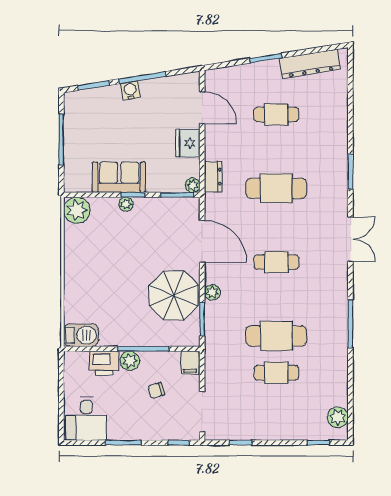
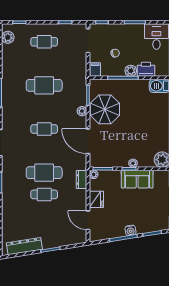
cafe table: (276, 115) -> (44, 194), moved
cafe table: (276, 373) -> (44, 42), moved

